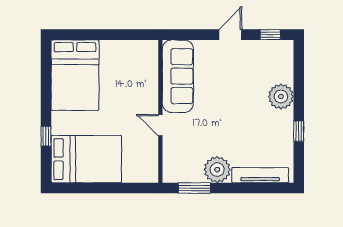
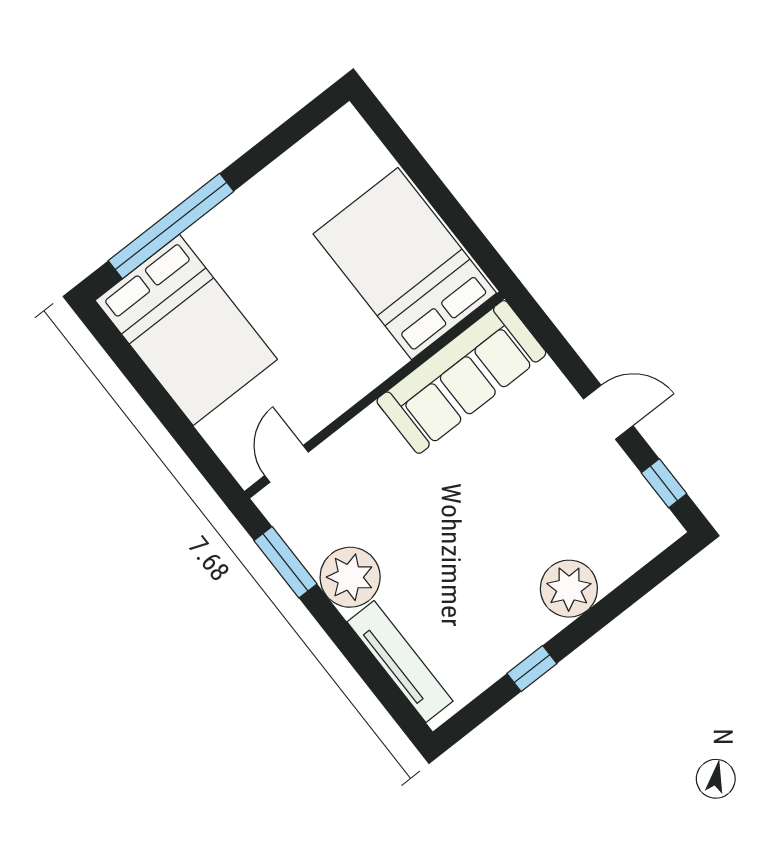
bed: (75, 75) -> (405, 264), moved, turned 90
door: (160, 125) -> (286, 464), moved
window: (46, 136) -> (171, 226), width x3.17

